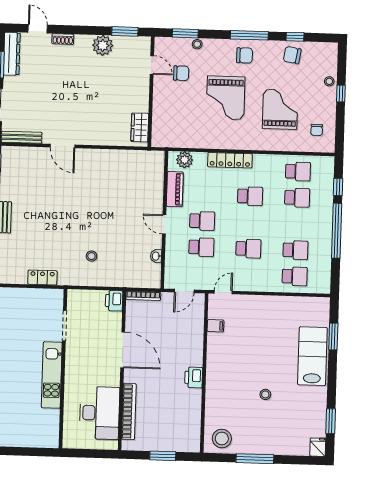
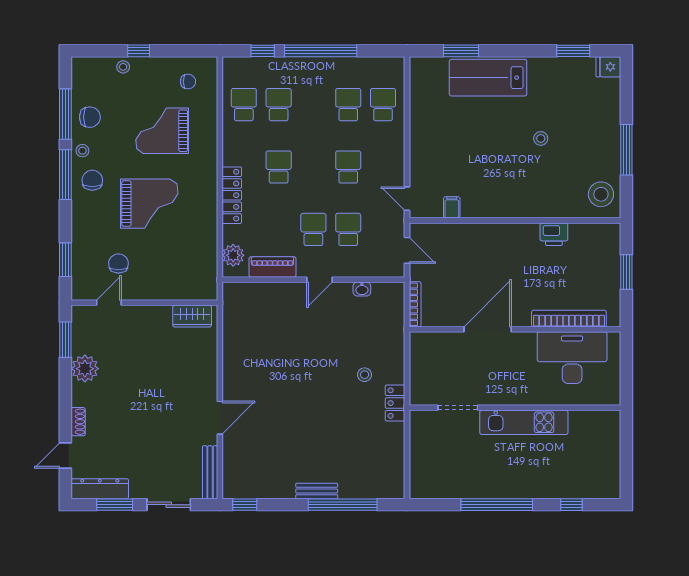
window: (295, 37) -> (65, 114), width x2.17
stool: (197, 44) -> (82, 151), moved
chair: (292, 55) -> (90, 117), turned -99
locker: (42, 278) -> (395, 403), moved
printer: (114, 301) -> (423, 343), removed
printer: (194, 377) -> (554, 234), moved

